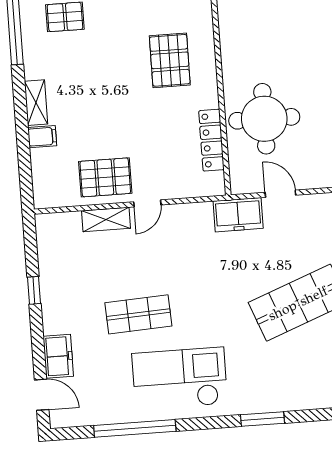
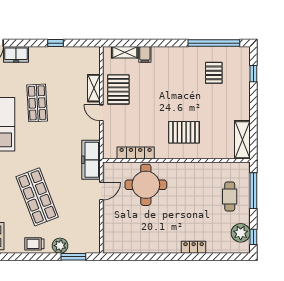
shelving: (36, 103) -> (125, 52), moved
freezer: (238, 215) -> (91, 160), width x1.40

